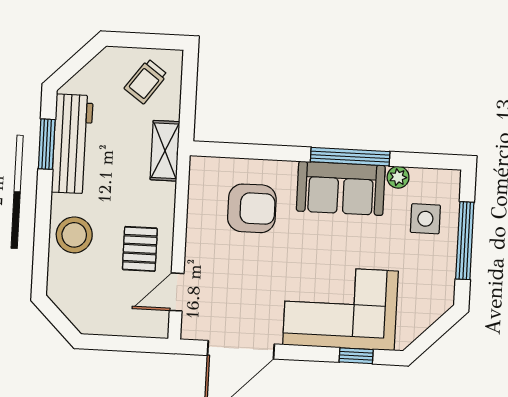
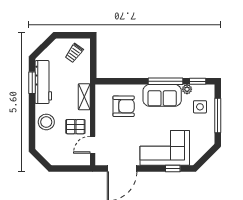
shelving: (165, 151) -> (84, 97), moved
window: (423, 160) -> (198, 81), added
pallet: (140, 249) -> (75, 127), turned 90

